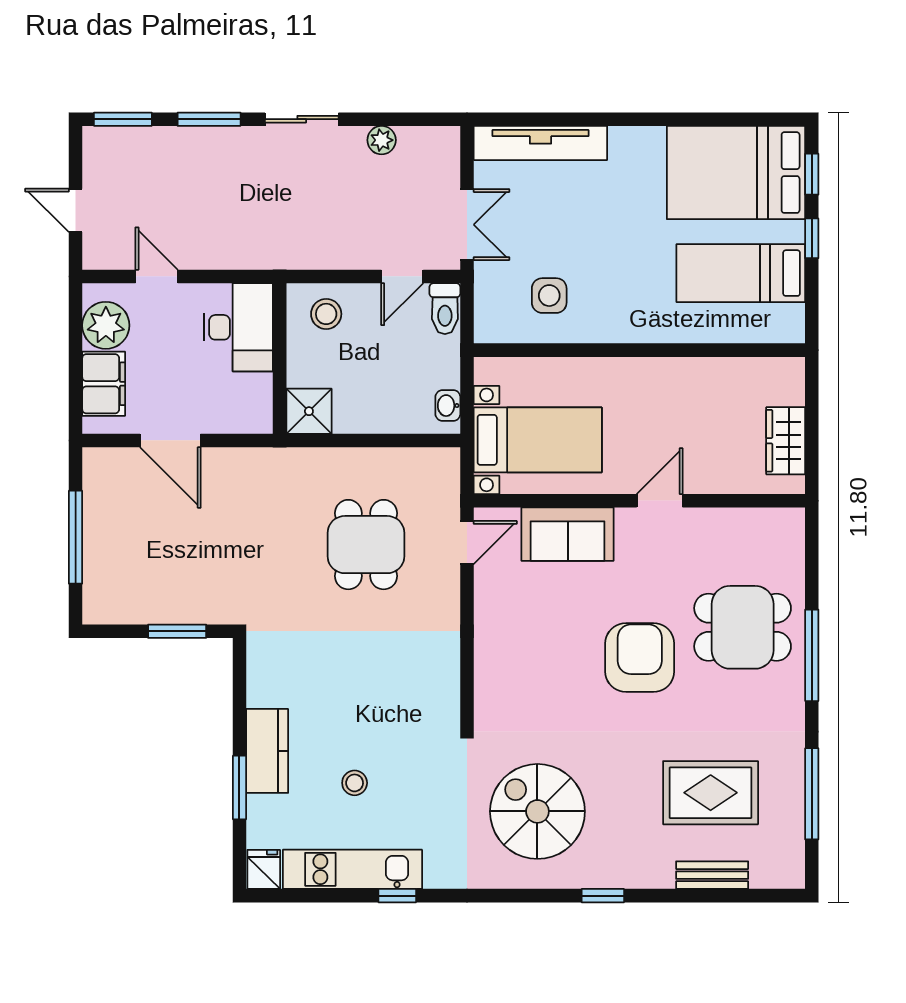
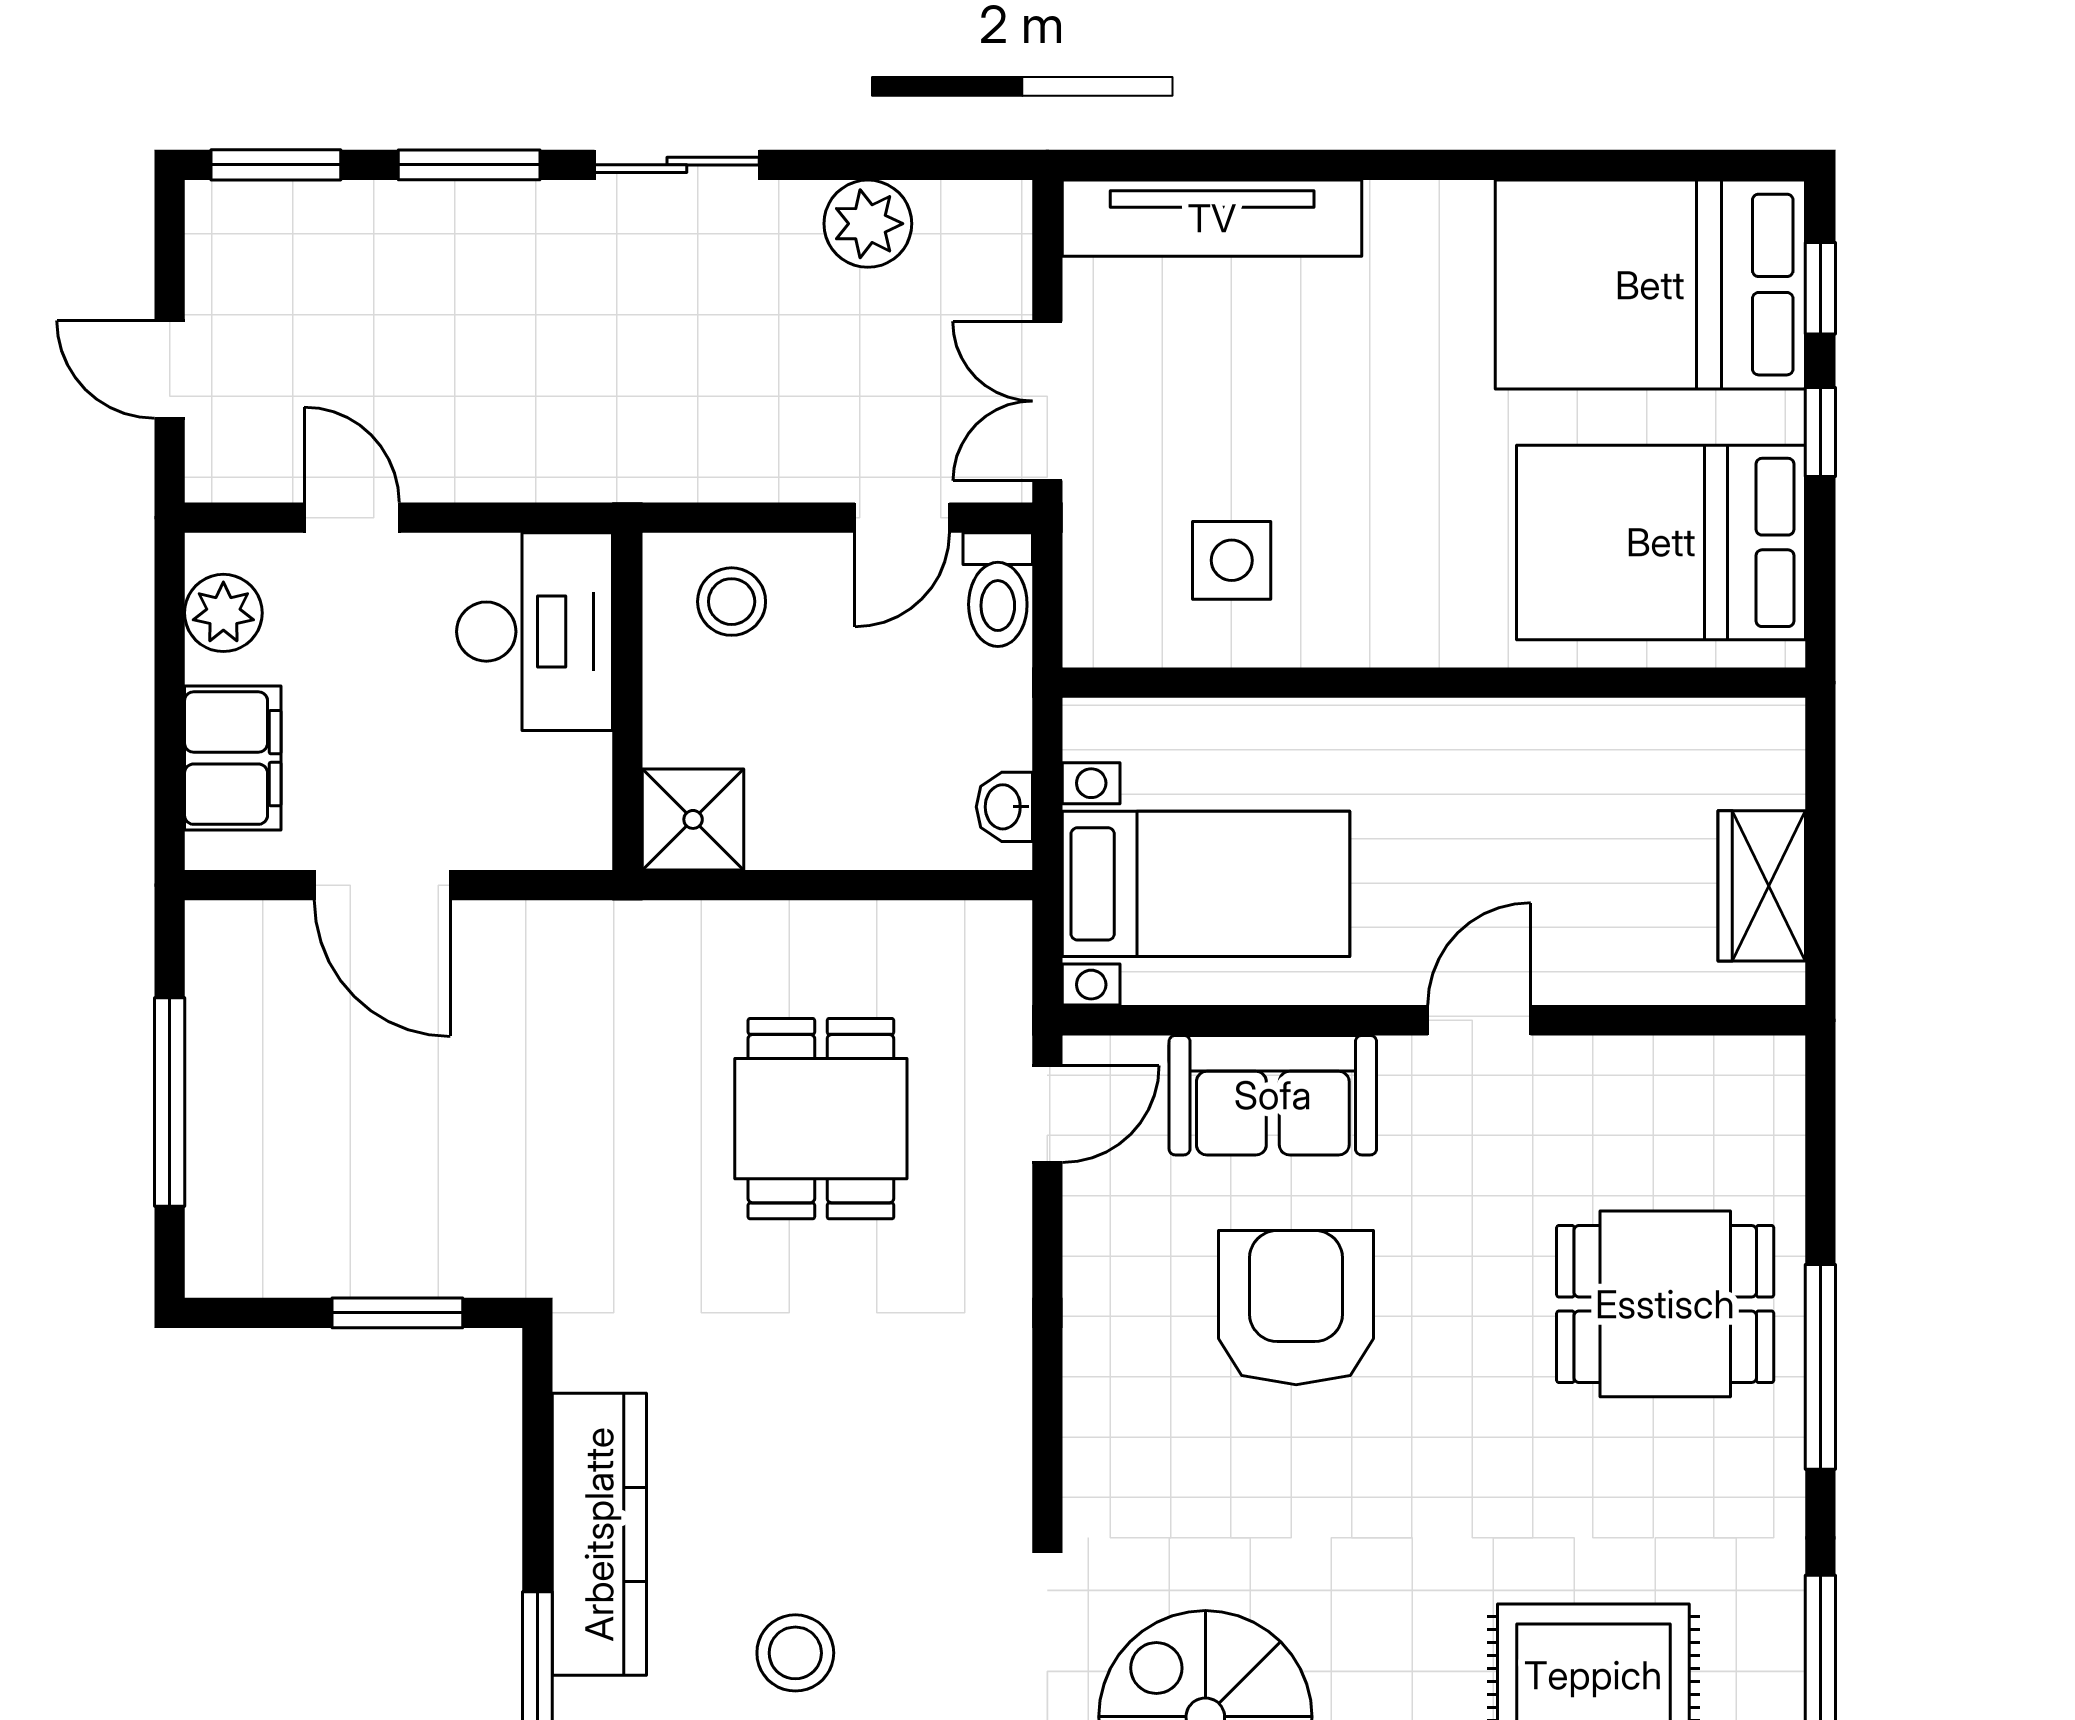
plant: (382, 140) -> (868, 224), width x1.38, depth x1.38
double door: (467, 225) -> (1047, 401), swing flipped
bed: (741, 273) -> (1661, 542), width x1.50
plant: (106, 325) -> (223, 613), width x0.73, depth x0.73
armchair: (640, 658) -> (1296, 1308), moved
kitchen counter: (267, 751) -> (599, 1534), width x1.50
stool: (355, 783) -> (795, 1653), width x1.37, depth x1.37

